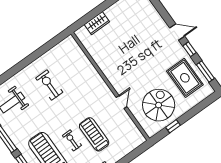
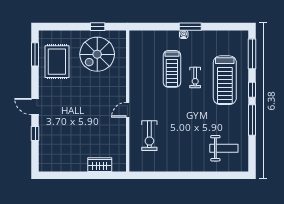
window: (190, 49) -> (35, 133), moved
exercise bike: (49, 85) -> (149, 136), moved
door: (121, 102) -> (128, 110), moved

